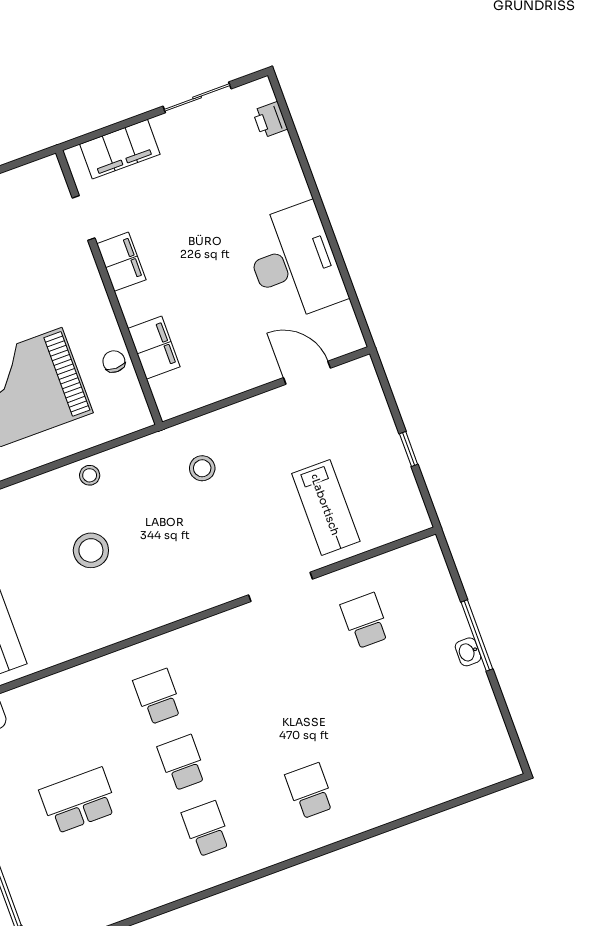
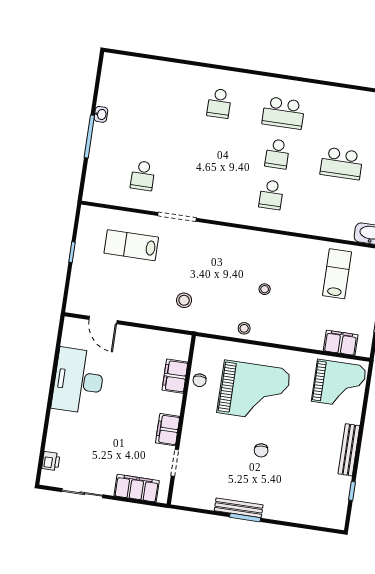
lab bench: (326, 507) -> (131, 245), turned -90
stool: (91, 550) -> (265, 289), width x0.53, depth x0.53
washbasin: (468, 652) -> (101, 114), moved
school desk: (206, 829) -> (283, 113), width x1.85

